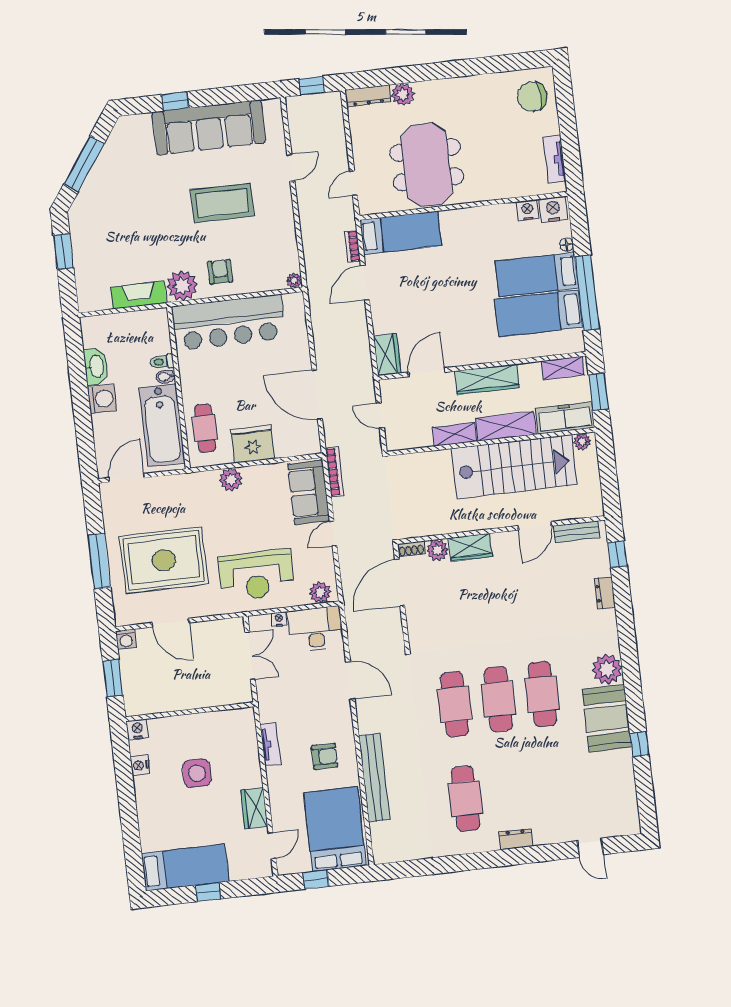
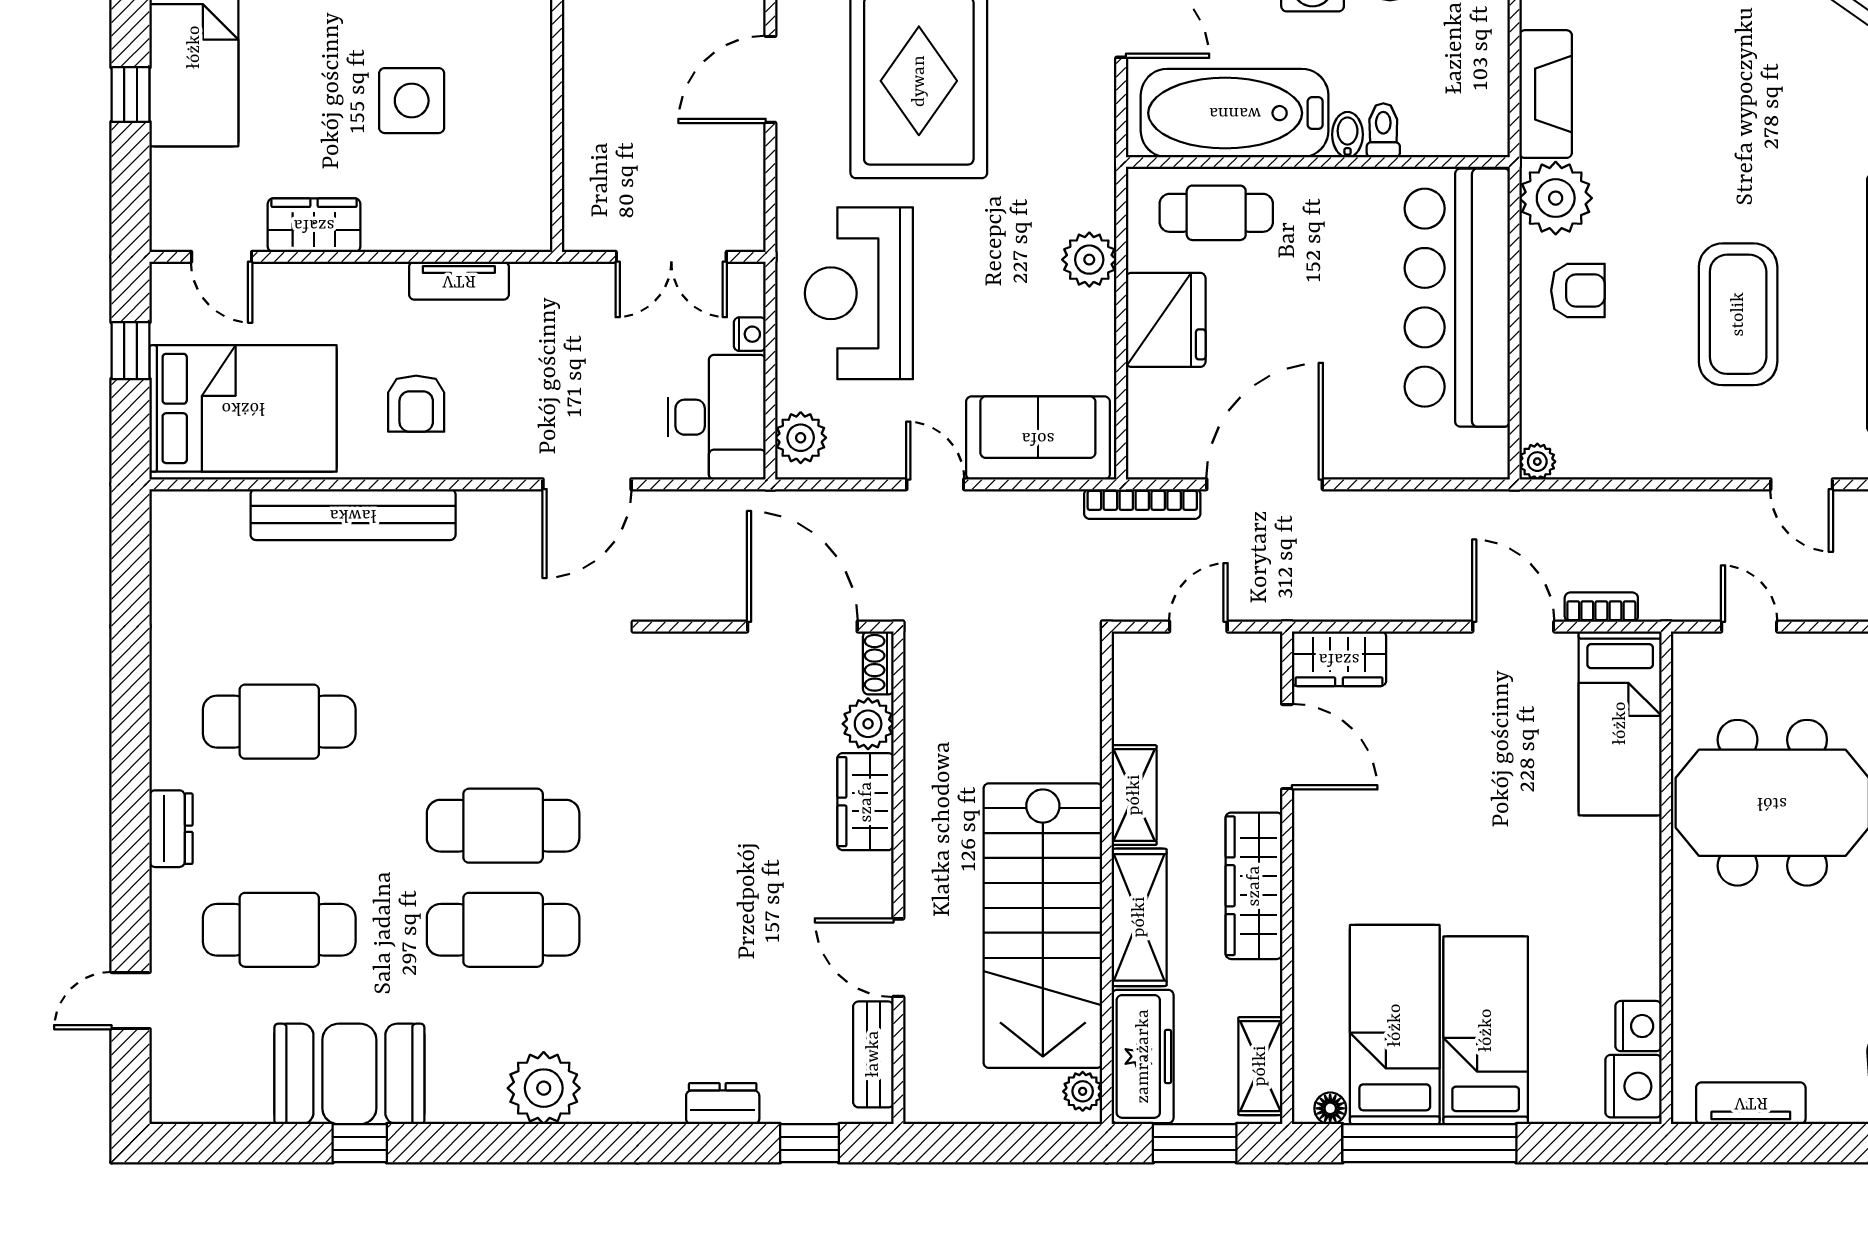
floor lamp: (567, 245) -> (1330, 1108), moved
bookcase: (334, 472) -> (1142, 504), moved
cafe table: (454, 704) -> (279, 930), moved
booth: (607, 718) -> (349, 1074), moved

